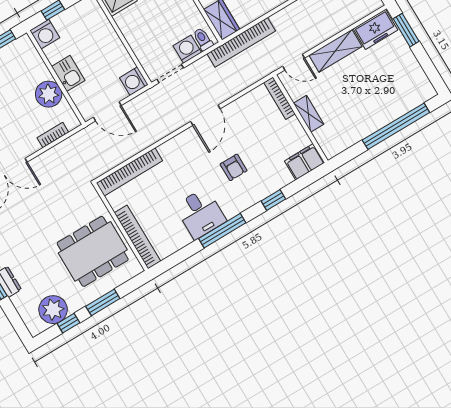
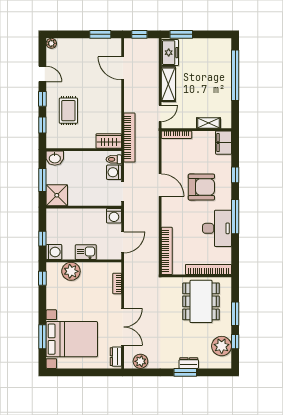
plant: (49, 94) -> (71, 271), moved
shelving: (308, 114) -> (208, 123), moved
armchair: (234, 167) -> (201, 187), width x1.88, depth x1.88
desk: (200, 213) -> (217, 228), width x1.37

